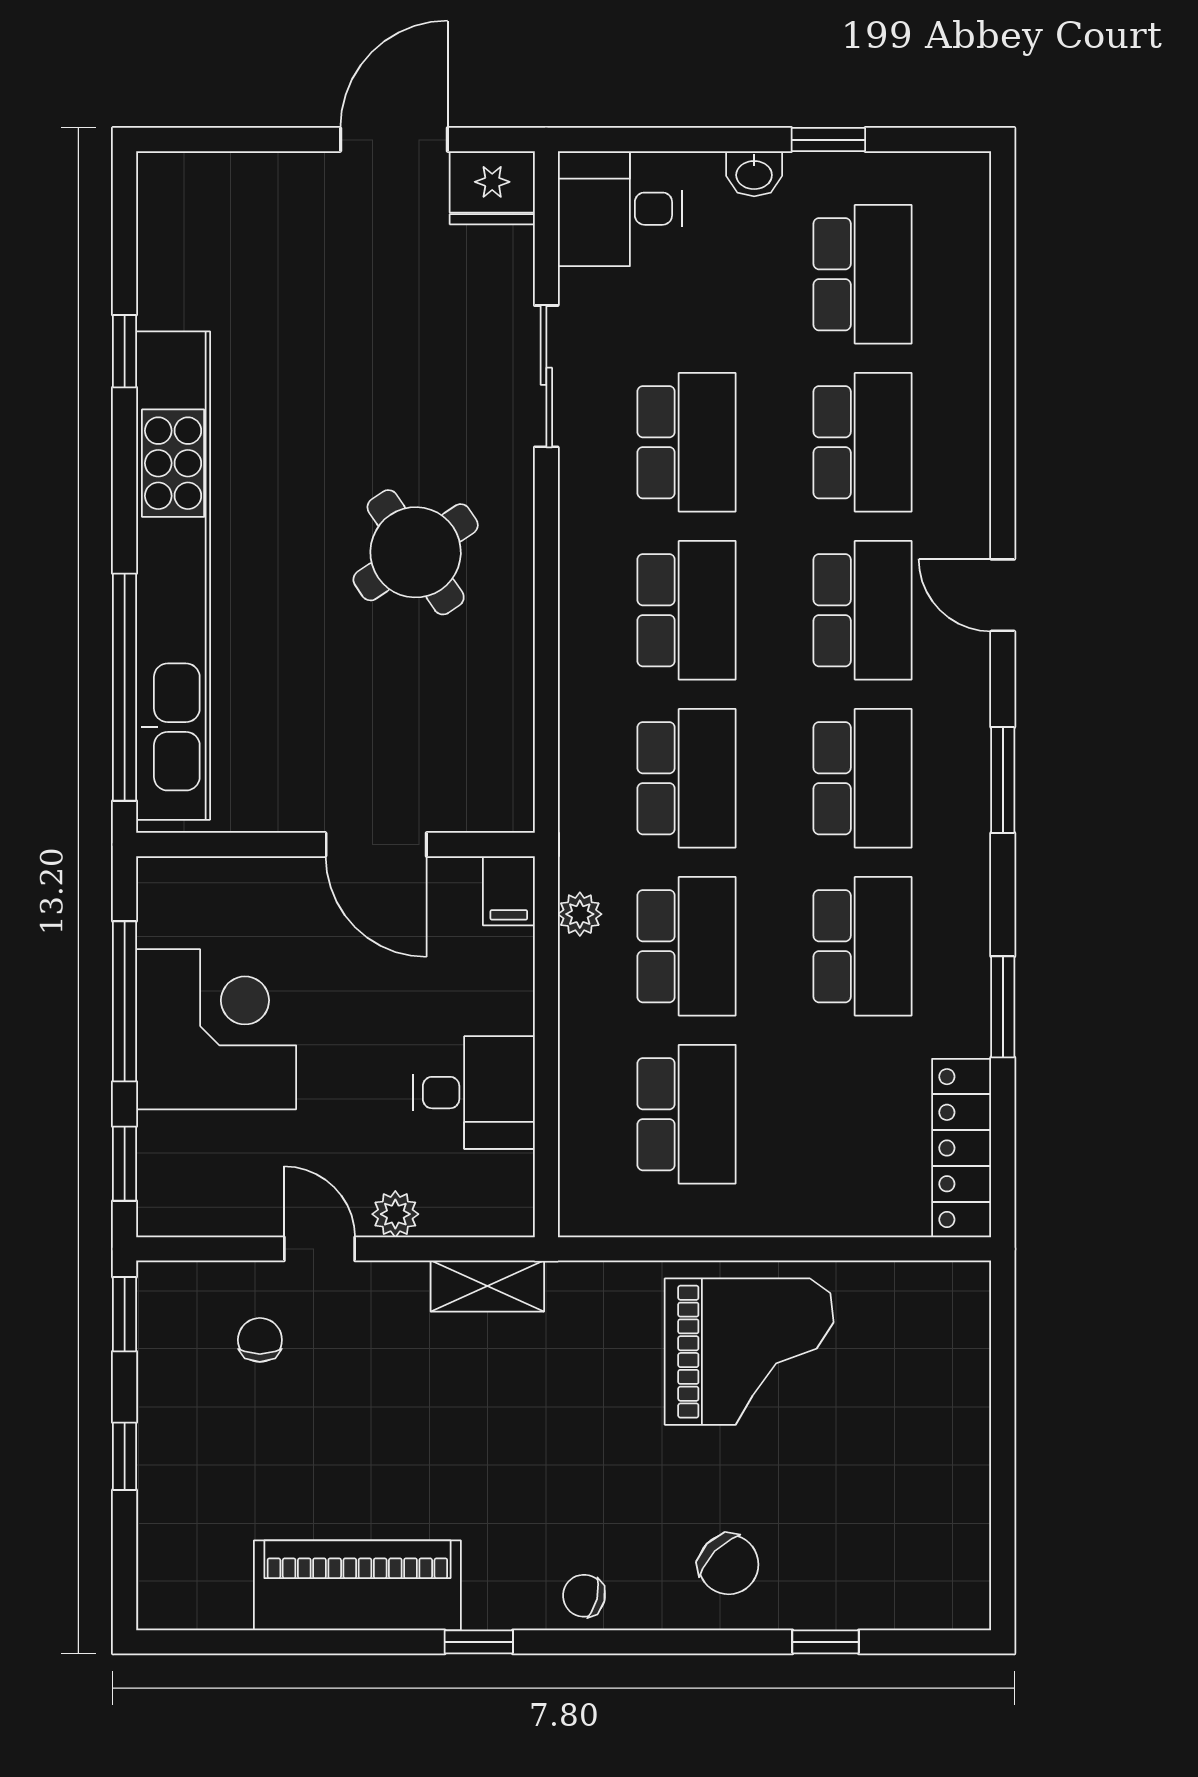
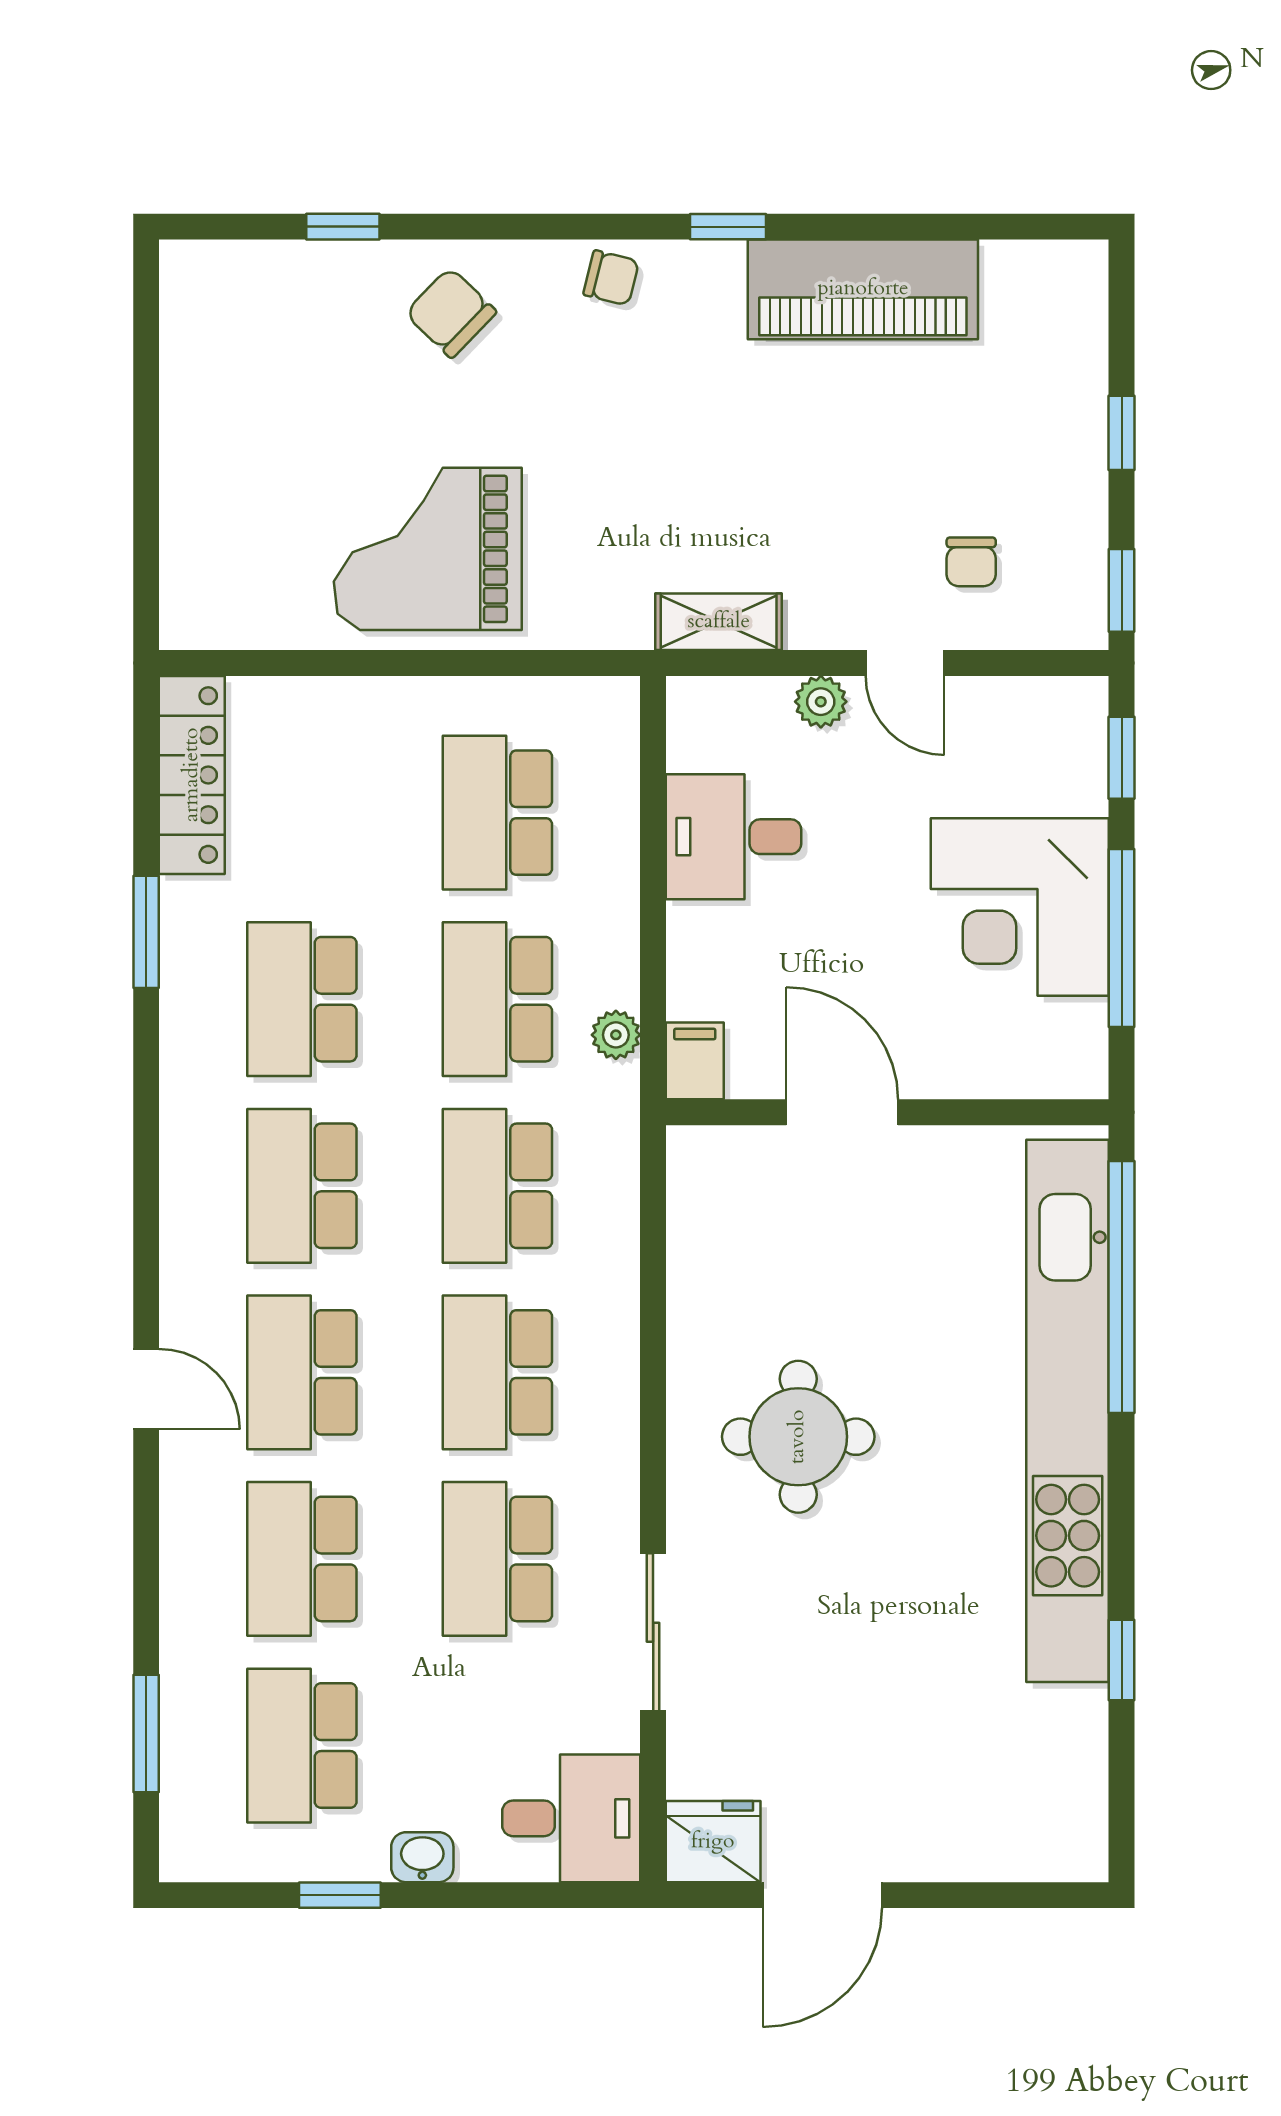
round table: (416, 552) -> (798, 1437), turned 34
window: (1003, 780) -> (146, 1734), moved

